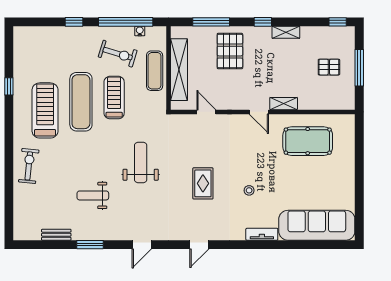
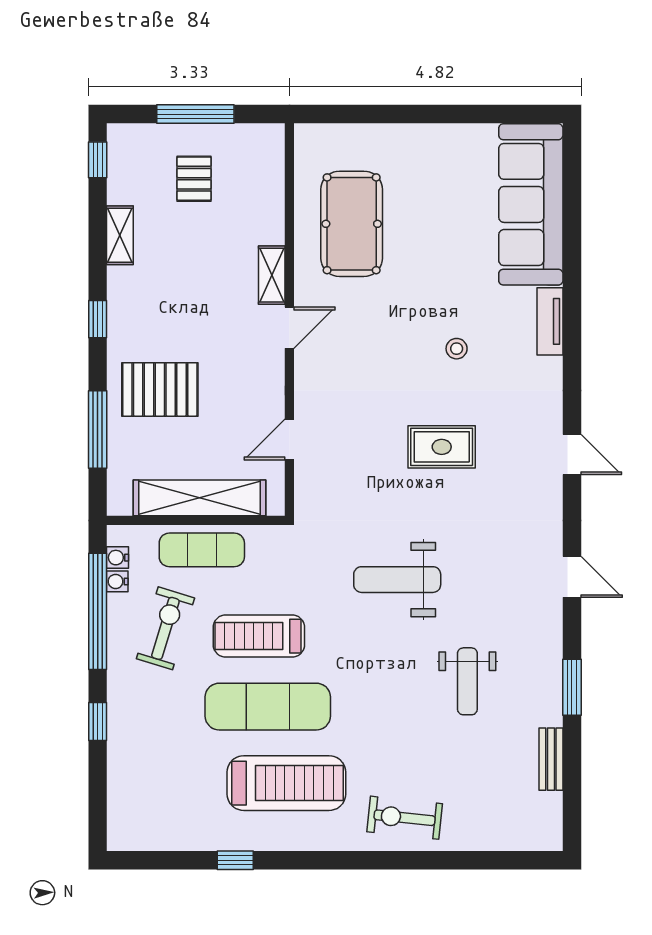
water cooler: (151, 31) -> (118, 558), added
shelving: (286, 32) -> (120, 235), moved
treadmill: (45, 110) -> (286, 783), turned 180

